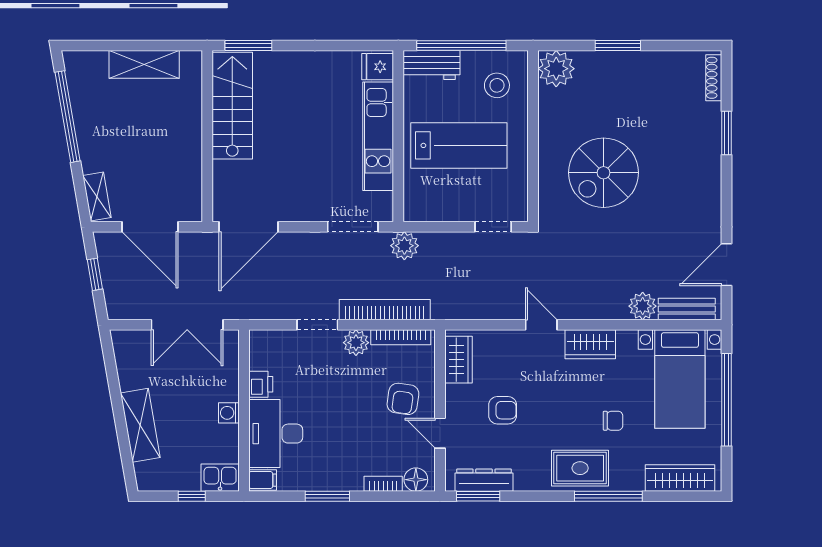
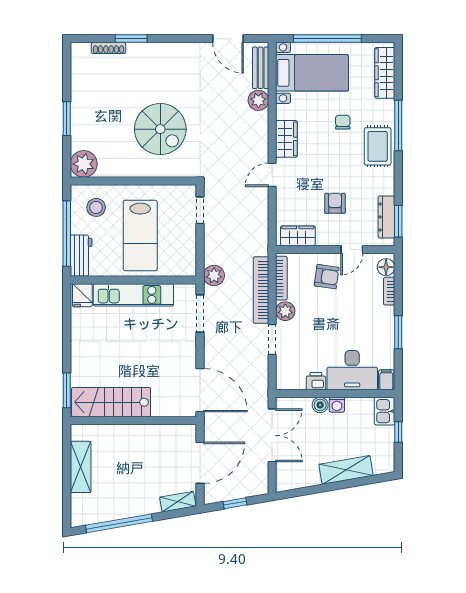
shoe rack: (714, 78) -> (109, 48), moved
lab bench: (459, 145) -> (140, 235), turned 180
boiler: (228, 390) -> (320, 405), added

